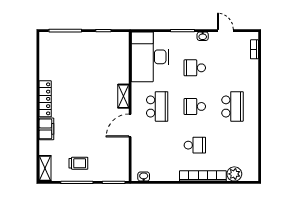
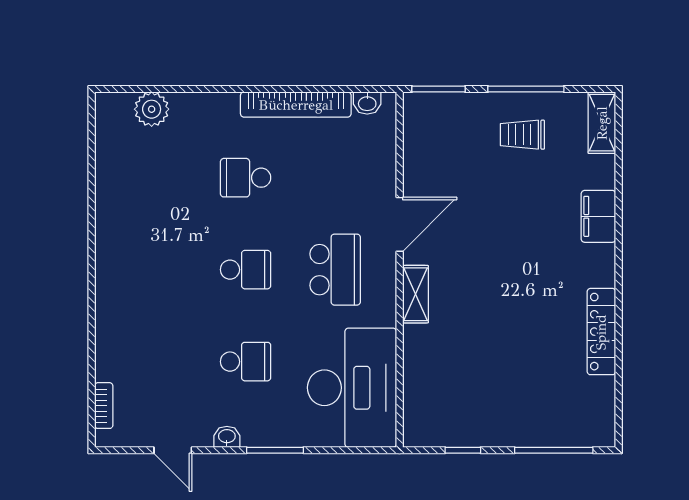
locker: (45, 99) -> (601, 332), moved
school desk: (157, 106) -> (335, 270), turned 180
school desk: (232, 106) -> (156, 270), removed
bookcase: (203, 176) -> (296, 105), moved

